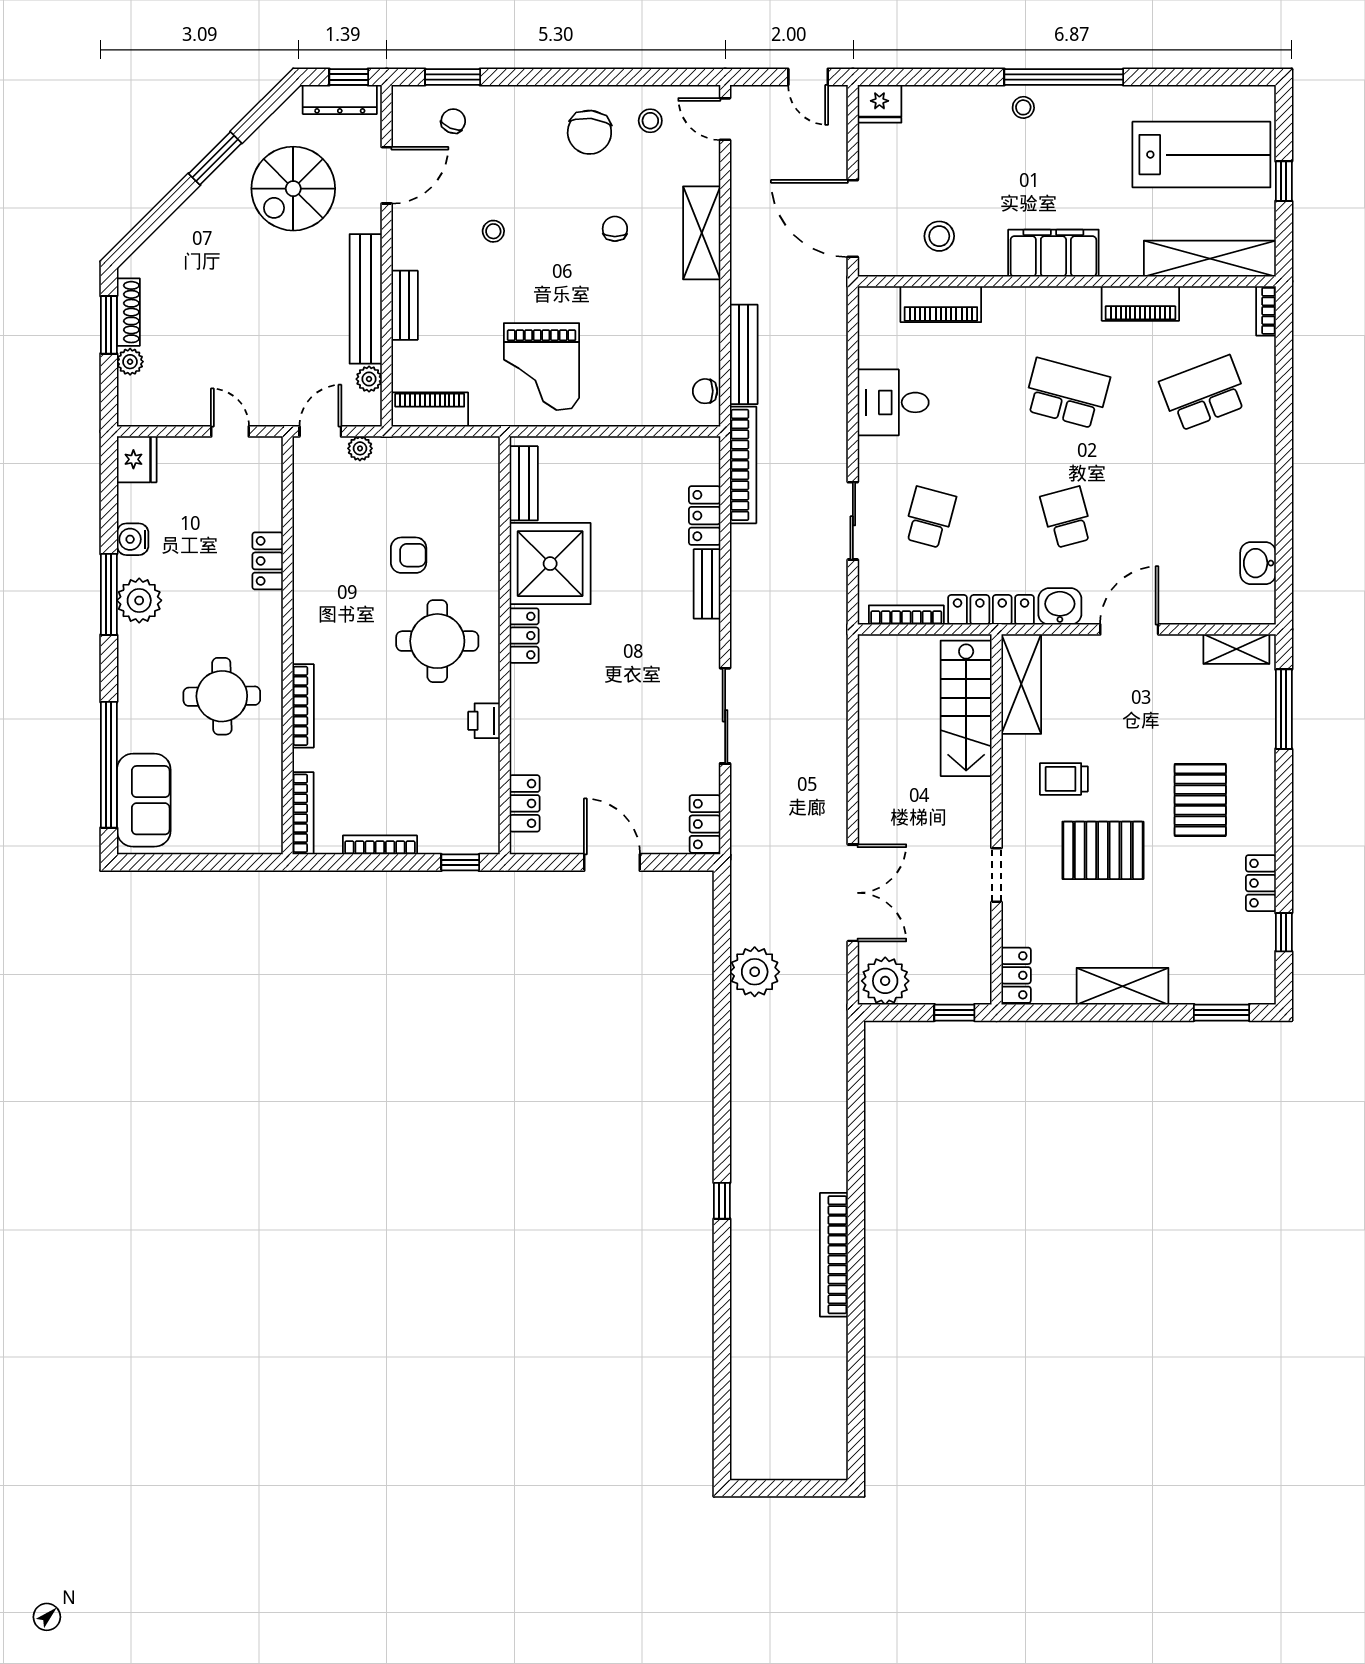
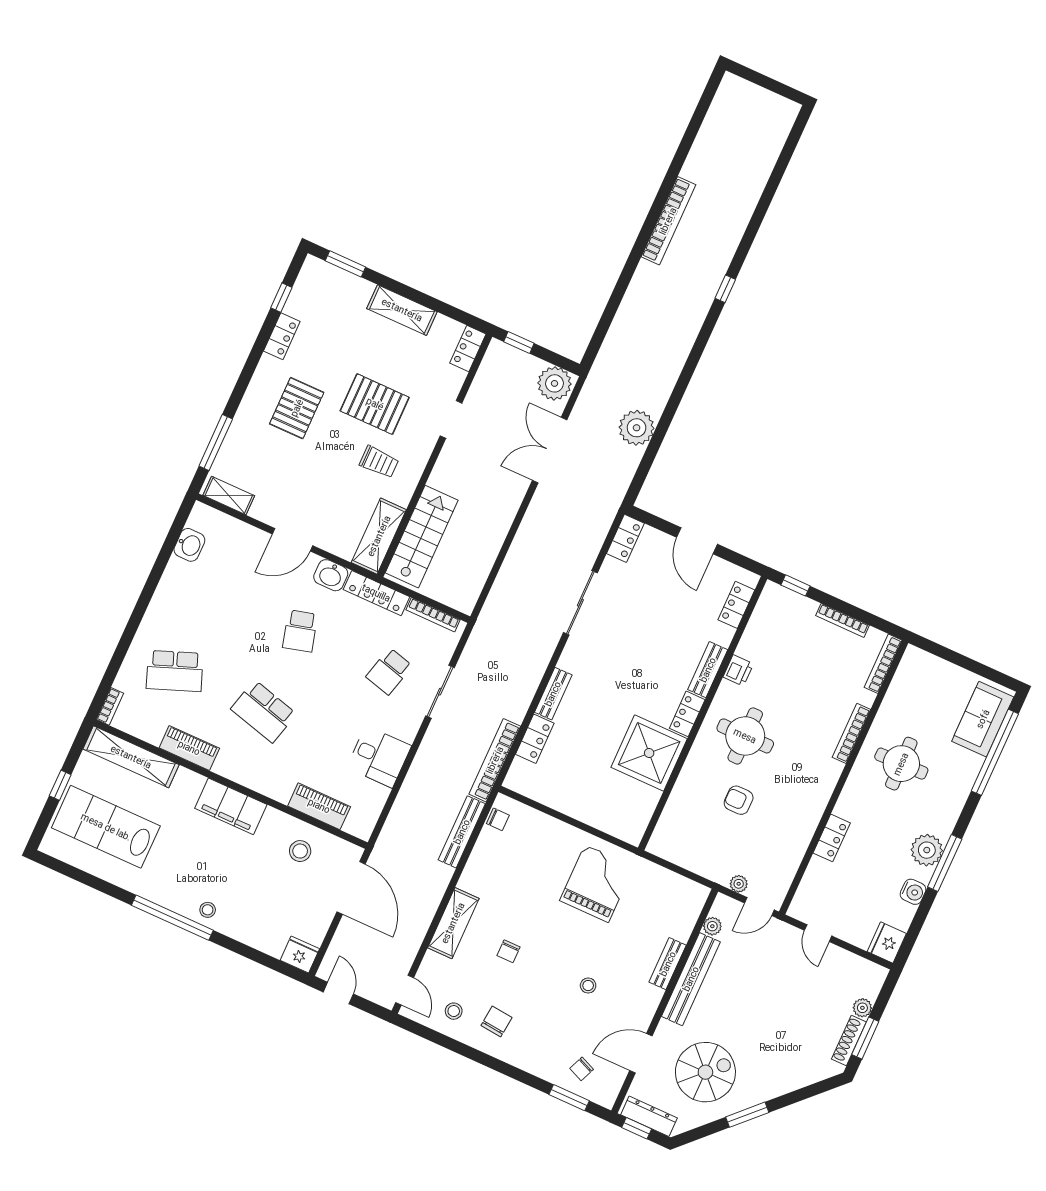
chair: (589, 132) -> (497, 1021), width x0.73, depth x0.73
piano: (430, 409) -> (682, 889), removed
bench: (524, 483) -> (708, 670), moved

